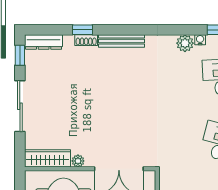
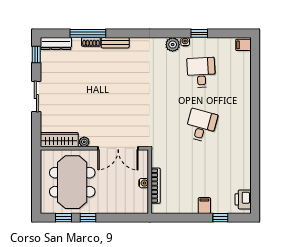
window: (82, 30) -> (88, 33), width x2.17
bench: (122, 41) -> (115, 43), width x0.73
sliding door: (20, 106) -> (36, 97), width x0.73

